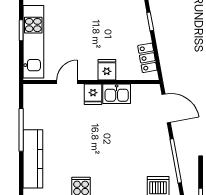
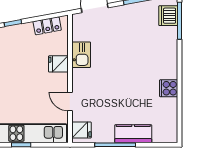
fridge: (93, 94) -> (82, 130), moved
kitchen counter: (33, 159) -> (133, 134), width x0.67

